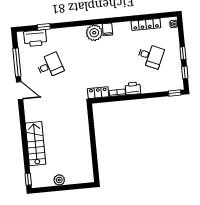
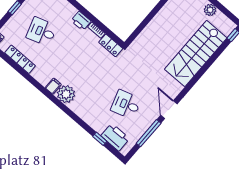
desk: (151, 56) -> (42, 32), turned -42
stairs: (36, 144) -> (196, 53), width x1.36, depth x1.51

